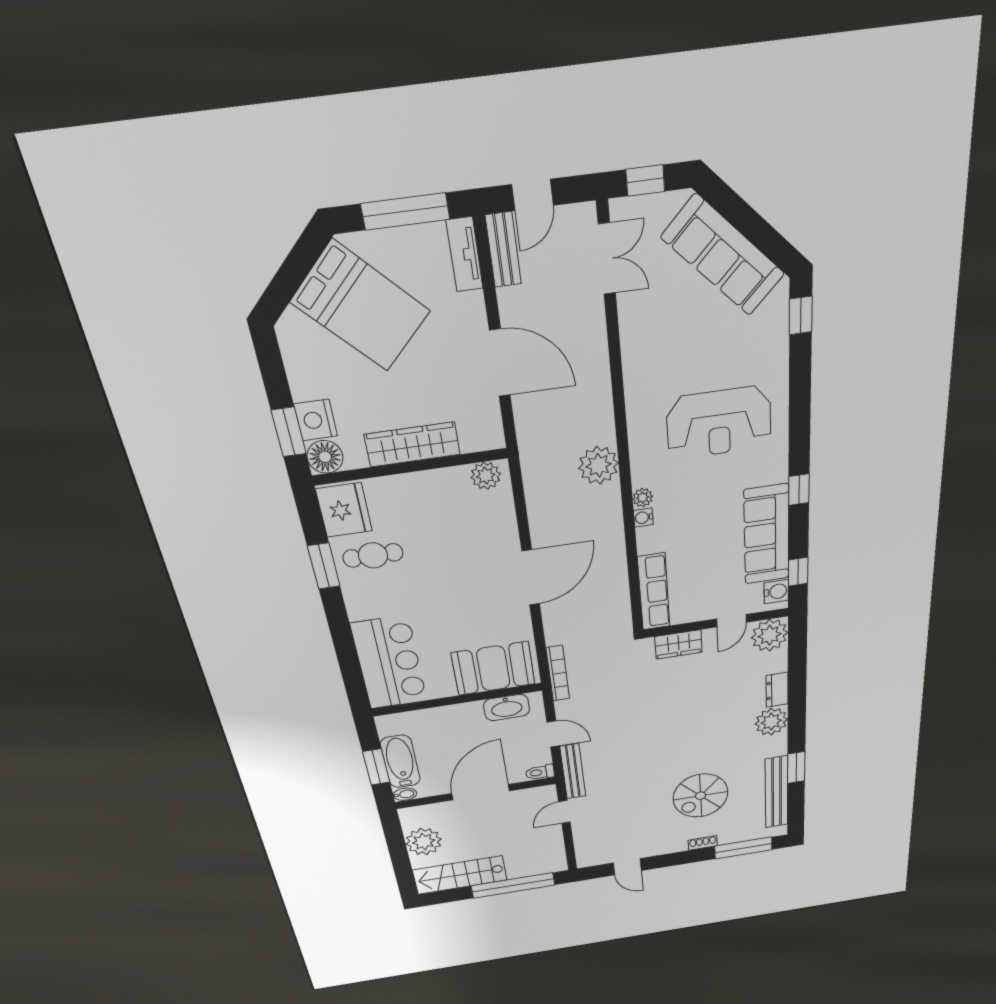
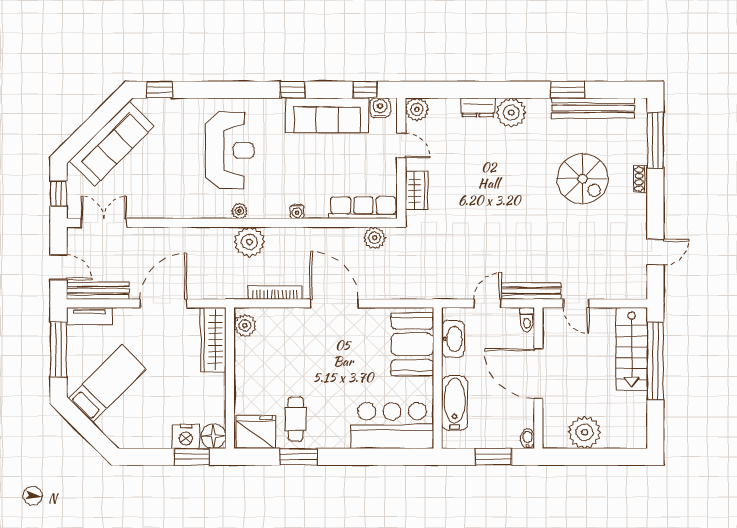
bench: (503, 250) -> (98, 291), width x1.36
bed: (360, 306) -> (107, 384), width x0.67
wardrobe: (412, 444) -> (213, 340), moved
plant: (643, 498) -> (240, 211), moved
plant: (618, 609) -> (375, 238), added
plant: (770, 635) -> (417, 109), width x0.73, depth x0.73
bookcase: (558, 673) -> (275, 293), moved
bathtub: (400, 762) -> (455, 403), moved, turned 90
stairs: (460, 875) -> (632, 349), moved

